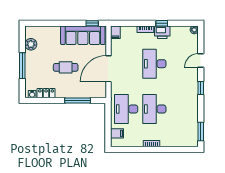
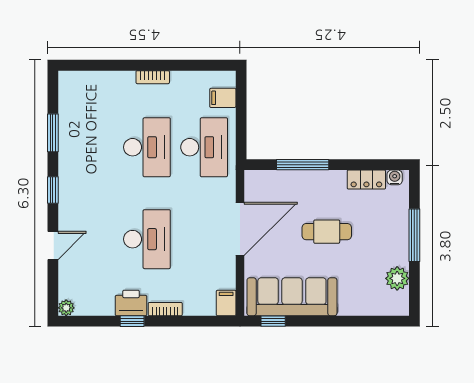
window: (201, 132) -> (53, 133), moved

